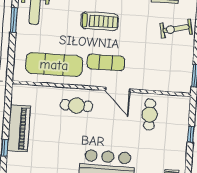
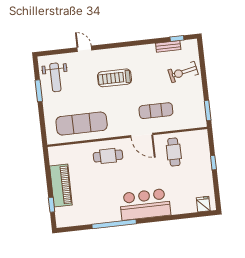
treadmill: (99, 21) -> (115, 78), turned 180
exercise mat: (106, 62) -> (156, 111), moved

